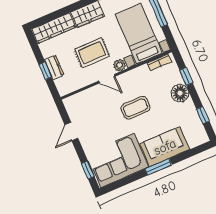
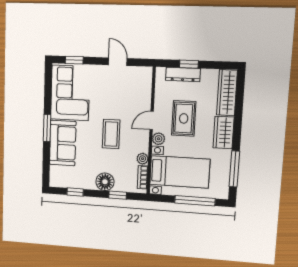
dresser: (54, 67) -> (183, 74), width x1.44
plant: (143, 70) -> (143, 159), added

